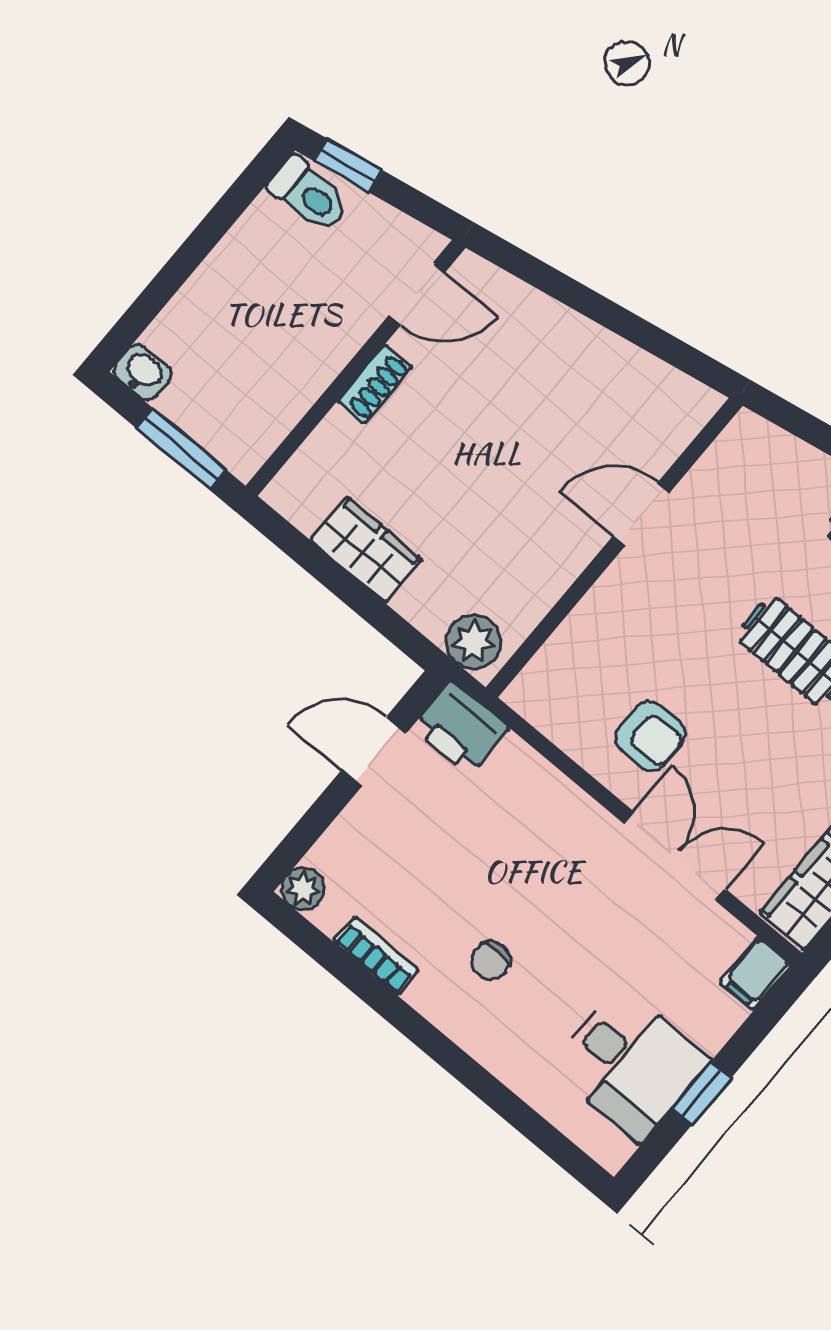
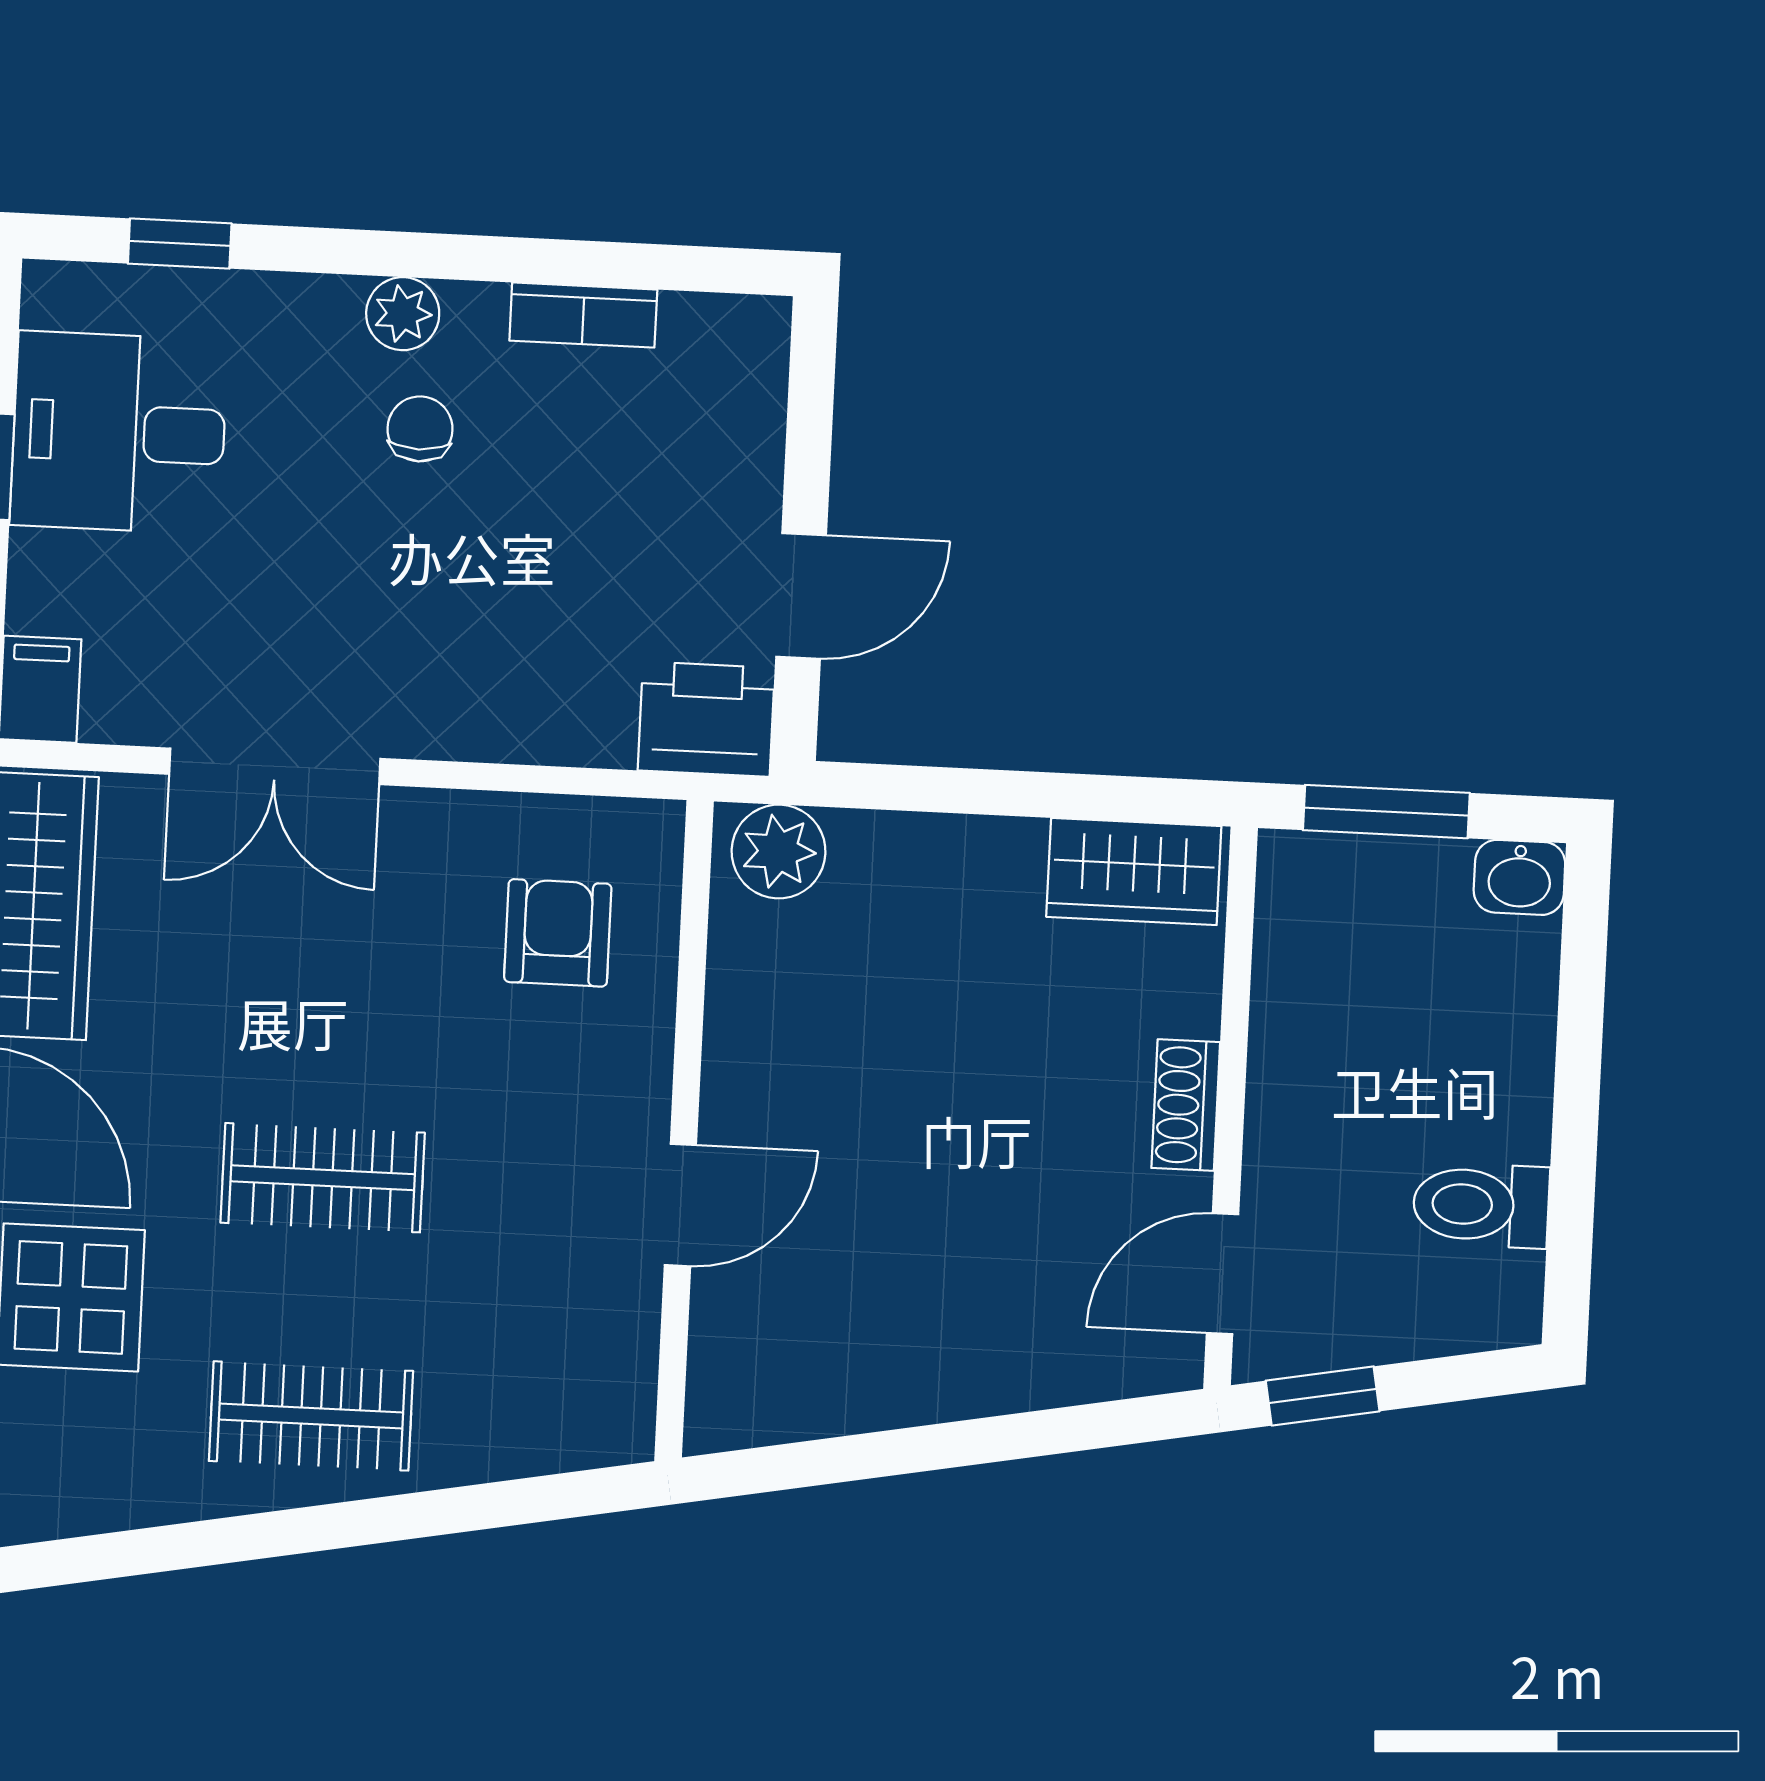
window: (348, 166) -> (1323, 1396), moved
toilet: (309, 194) -> (1481, 1205), moved
wardrobe: (366, 550) -> (1134, 871), moved
armchair: (651, 736) -> (558, 933), moved, turned 90
plant: (303, 889) -> (403, 314), moved
window: (536, 1129) -> (180, 243), added

